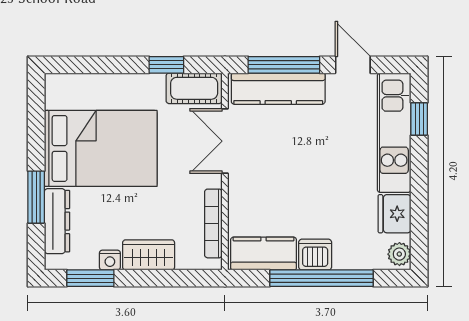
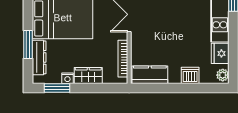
dishwasher: (315, 255) -> (190, 75), moved
window: (322, 278) -> (181, 88), removed

